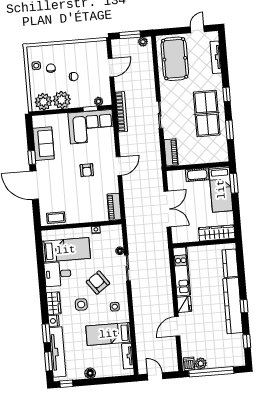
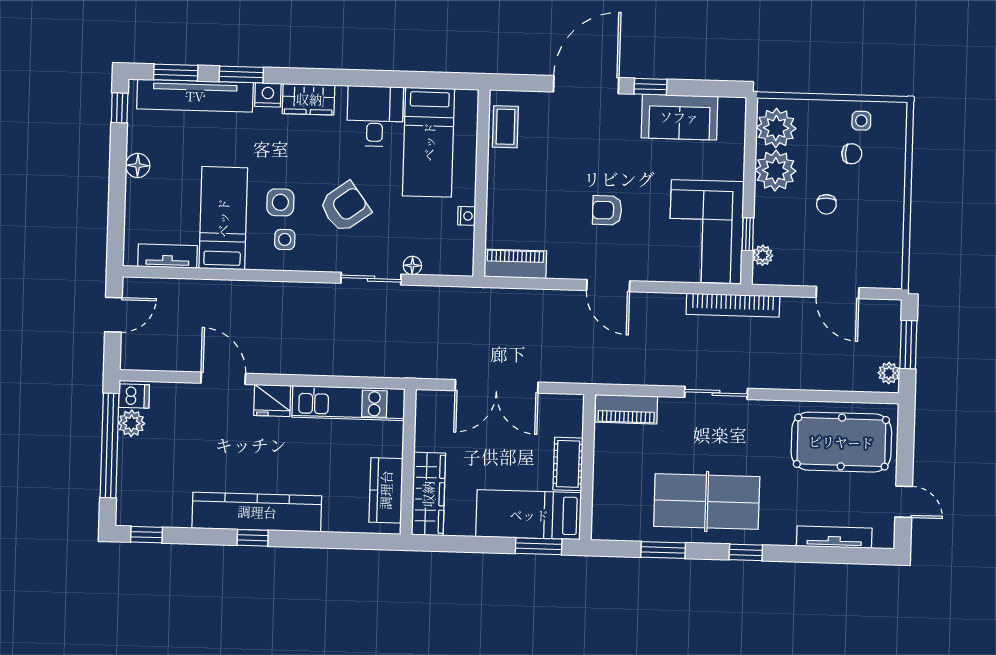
kitchen counter: (230, 263) -> (386, 490), moved, turned -90
side table: (81, 305) -> (280, 202), moved
window: (247, 341) -> (147, 535), moved

